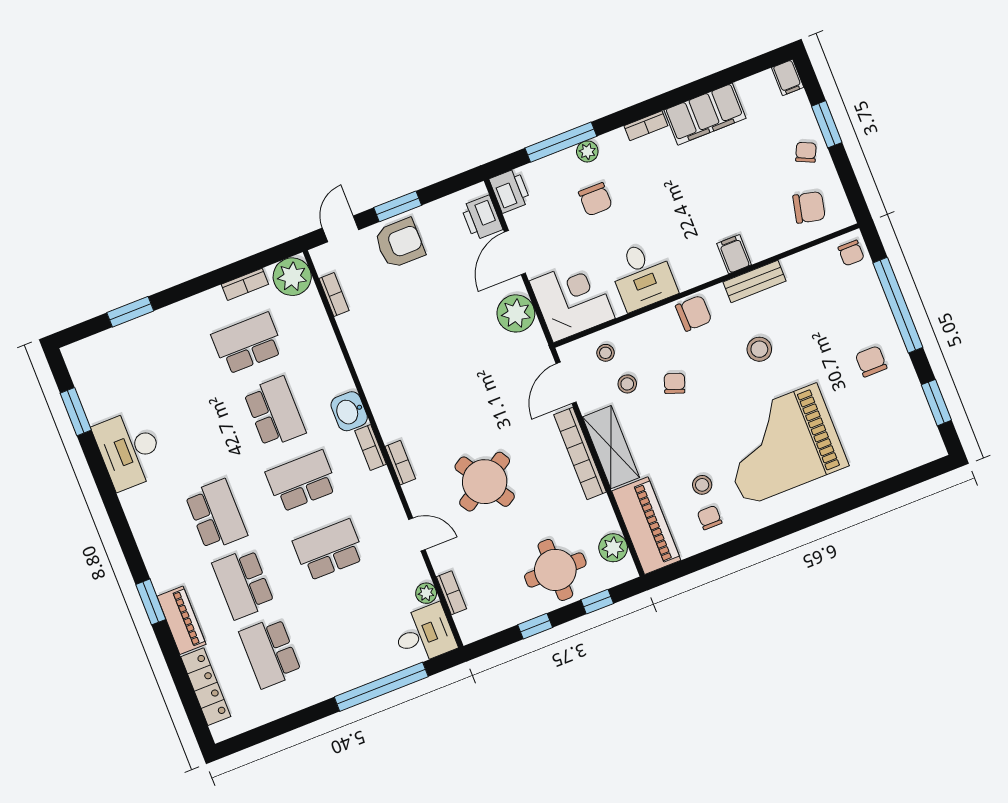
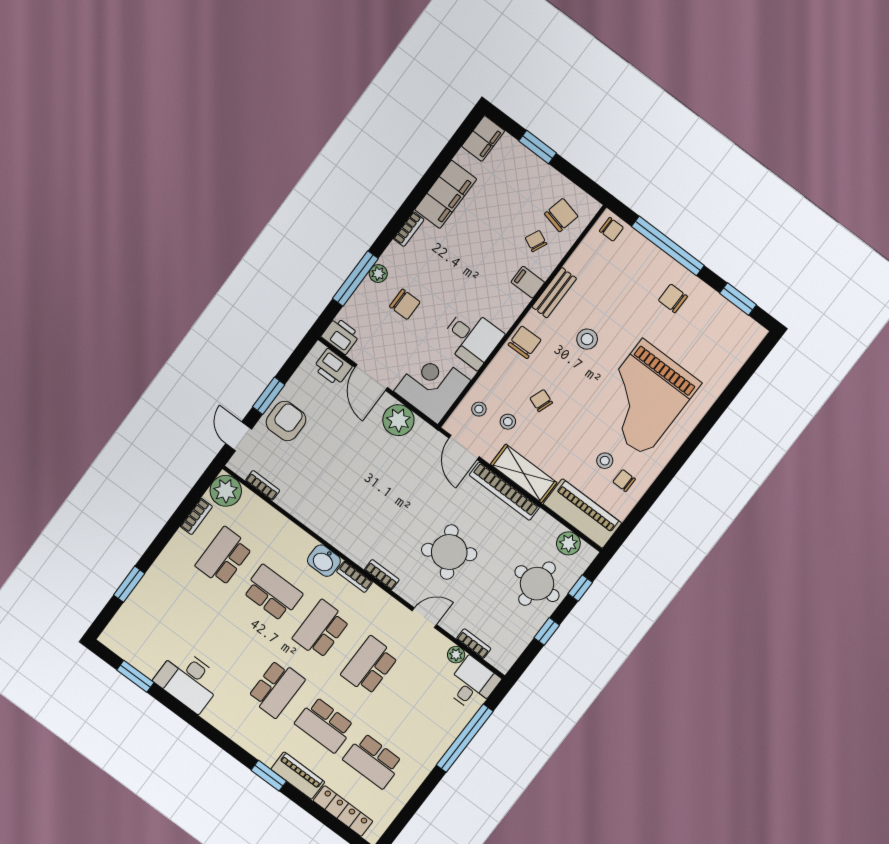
filing cabinet: (788, 77) -> (483, 139), width x2.00
chair: (806, 152) -> (536, 241), moved
school desk: (216, 515) -> (276, 689), turned 90

